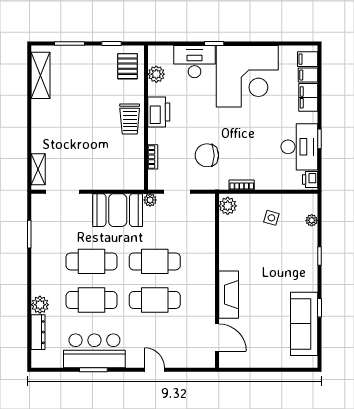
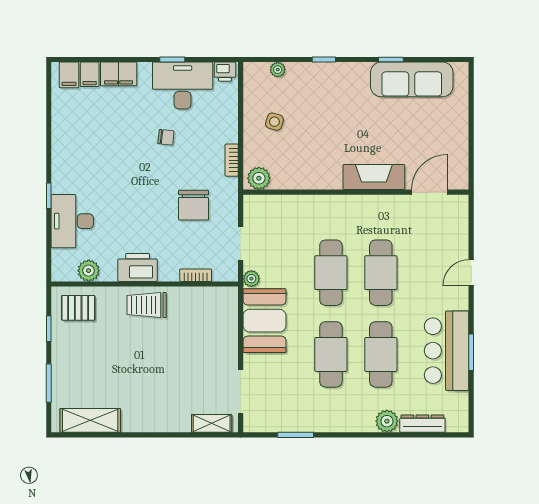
corner desk: (247, 76) -> (91, 153), removed
trolley: (130, 119) -> (147, 305), turned 180
chair: (259, 134) -> (166, 137), added

